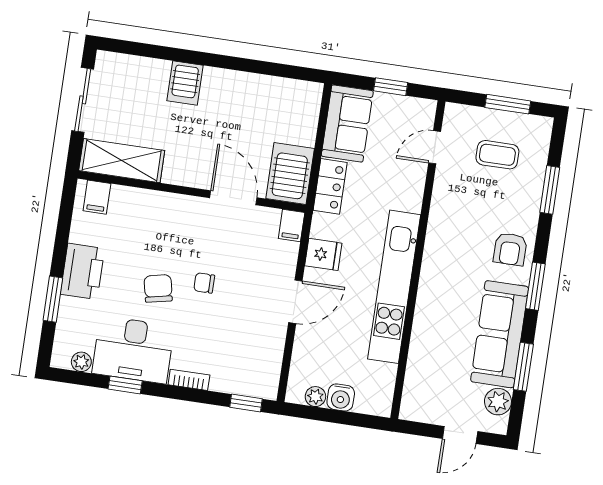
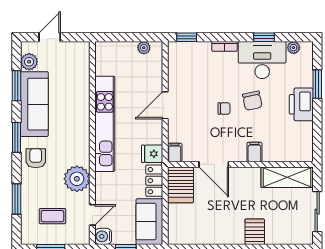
filing cabinet: (97, 197) -> (254, 152), moved
plant: (451, 207) -> (77, 179), added
fridge: (323, 254) -> (152, 154), moved
water cooler: (341, 397) -> (103, 236), moved, turned -90

